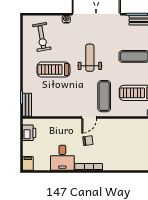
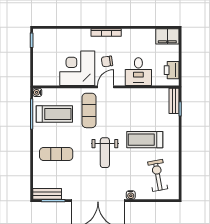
treadmill: (54, 70) -> (145, 140), turned 180
corner desk: (115, 134) -> (77, 68), added
desk: (62, 158) -> (138, 72), moved, turned 180
filing cabinet: (28, 163) -> (167, 36), width x2.00

